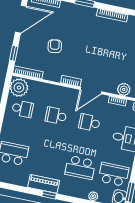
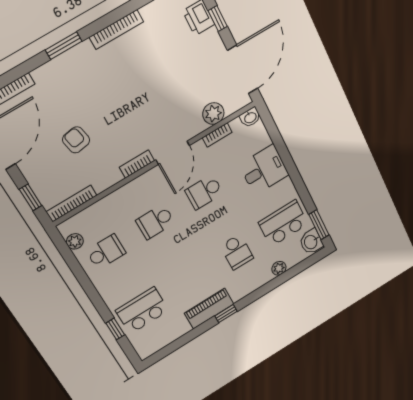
plant: (19, 87) -> (75, 241), width x0.53, depth x0.53
school desk: (80, 167) -> (237, 252), width x0.54

